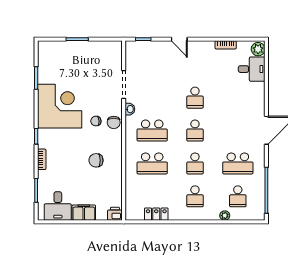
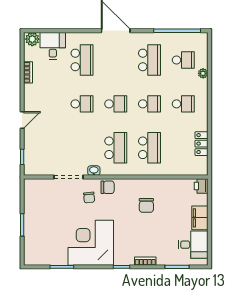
school desk: (238, 98) -> (82, 60), added
chair: (96, 121) -> (89, 198), moved

